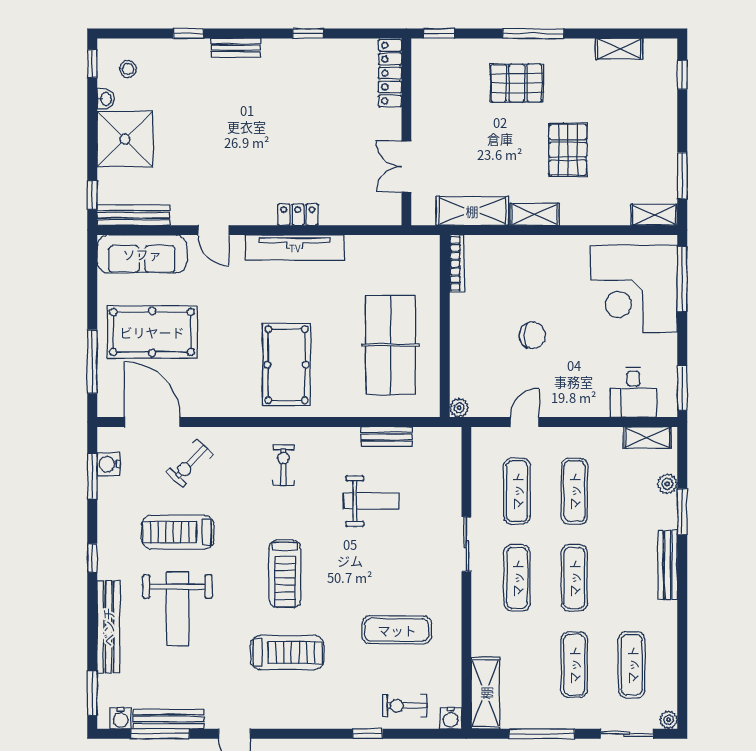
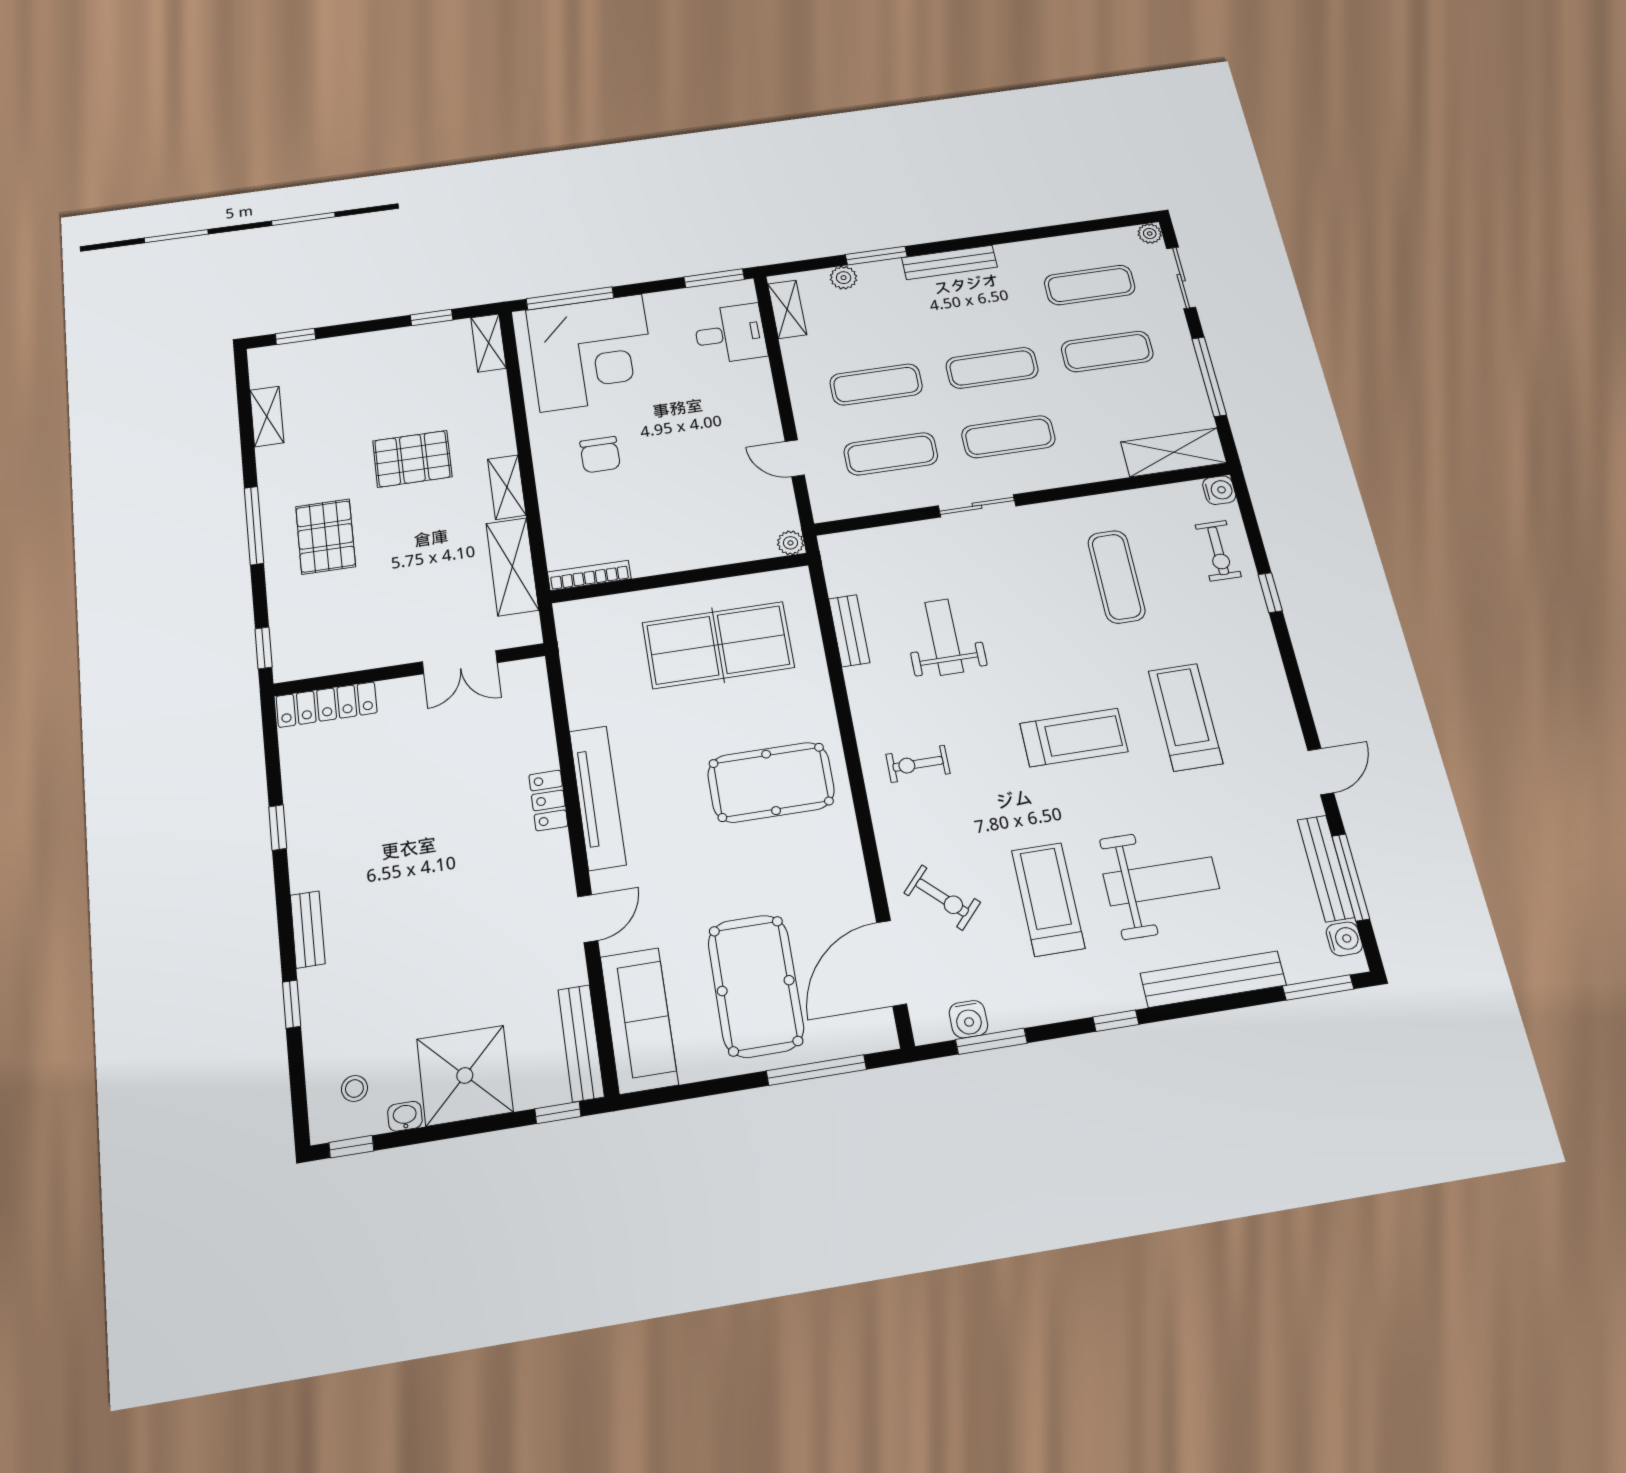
window: (682, 176) -> (432, 318), width x0.67
chair: (533, 335) -> (600, 455), moved, turned 180
treadmill: (178, 532) -> (1048, 899), turned 180

